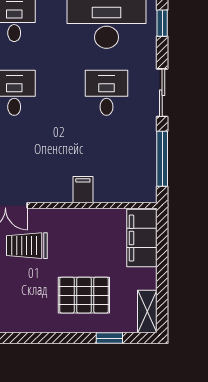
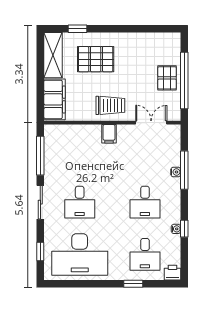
filing cabinet: (83, 190) -> (109, 134), moved
trolley: (27, 246) -> (110, 105), moved
shelving: (147, 311) -> (53, 55), width x1.50, depth x1.33

